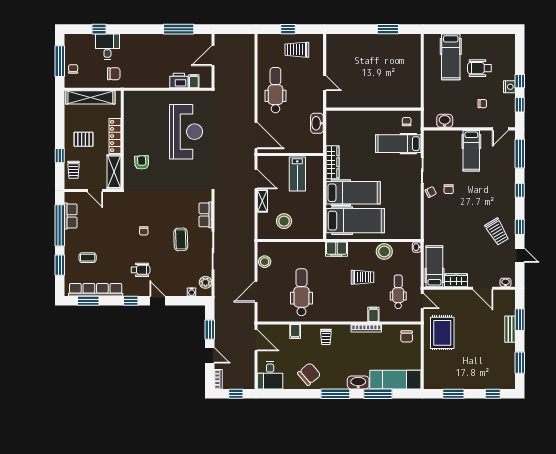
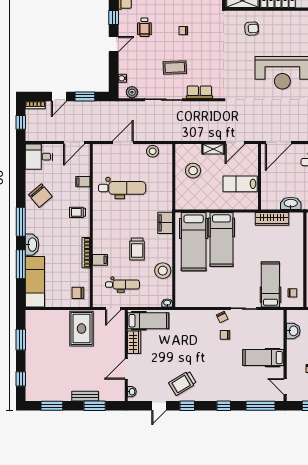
wardrobe: (332, 162) -> (272, 219), moved
door: (256, 292) -> (123, 143), hinge flipped
rug: (442, 333) -> (82, 329), turned 90

